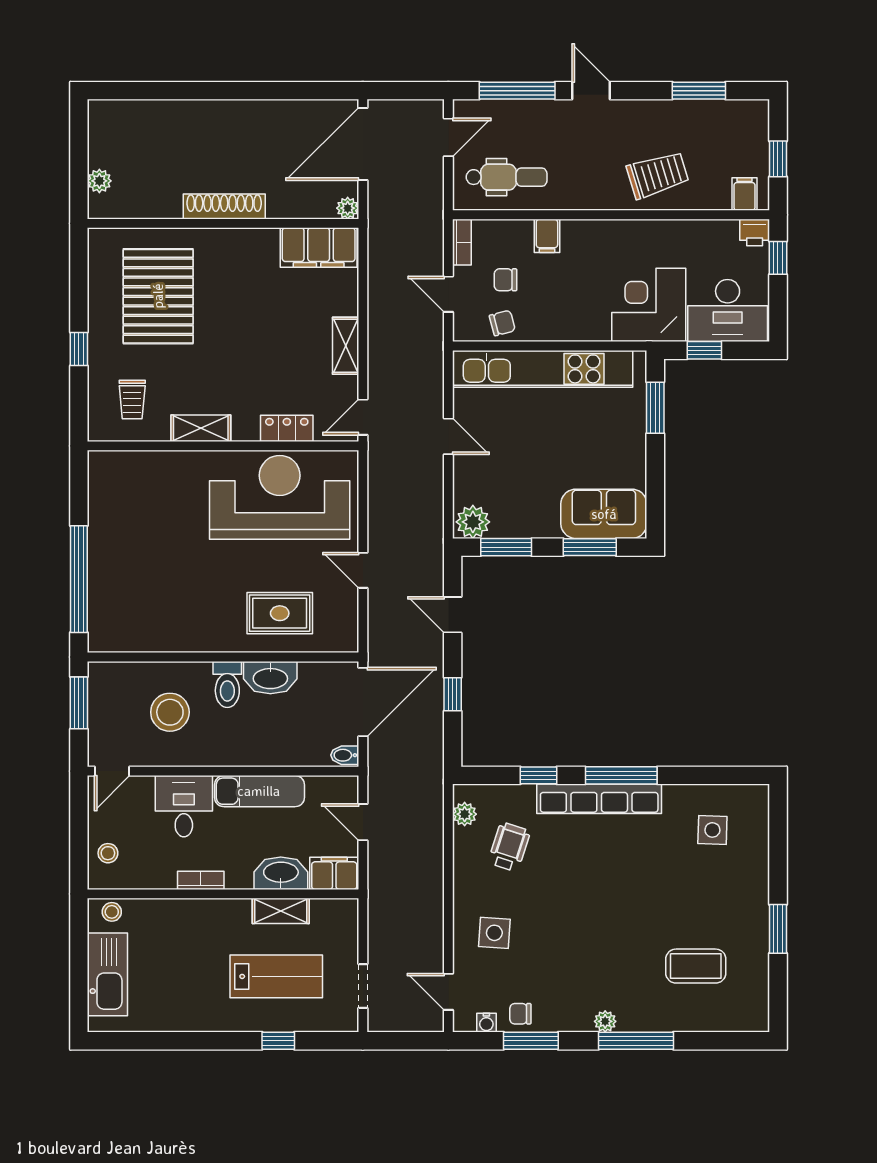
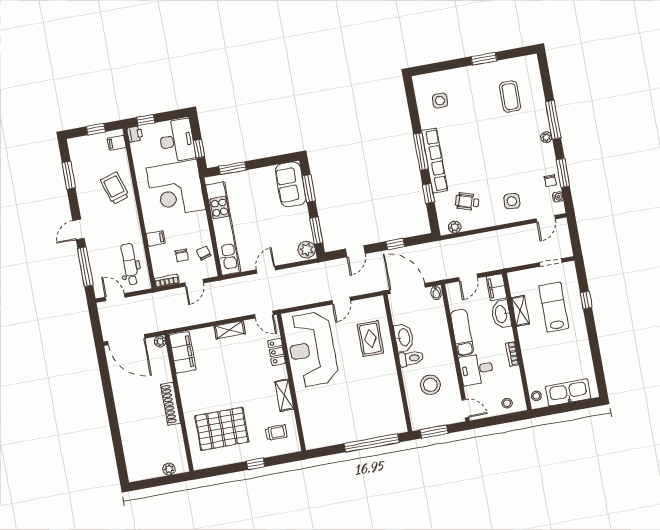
corner desk: (649, 305) -> (176, 189), width x1.36, depth x1.36

